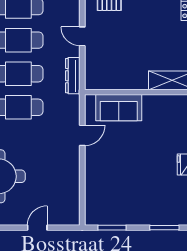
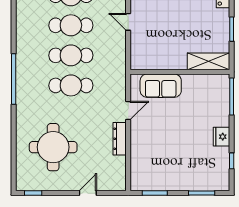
dresser: (73, 76) -> (120, 139), moved

